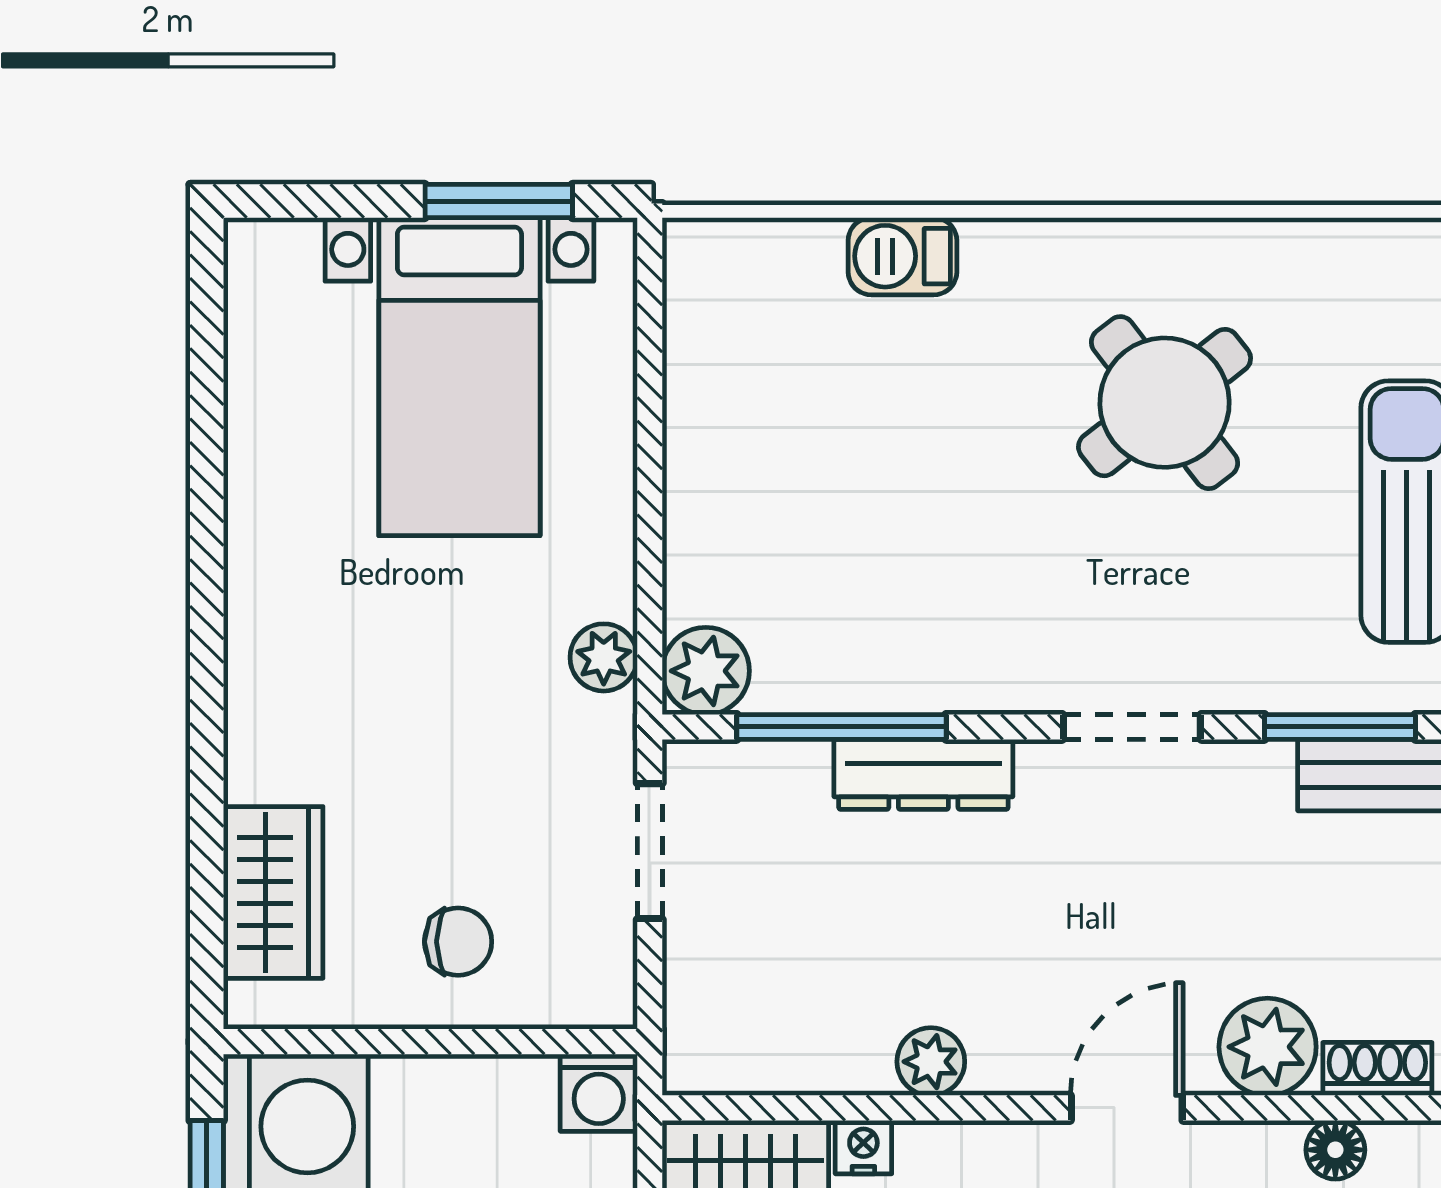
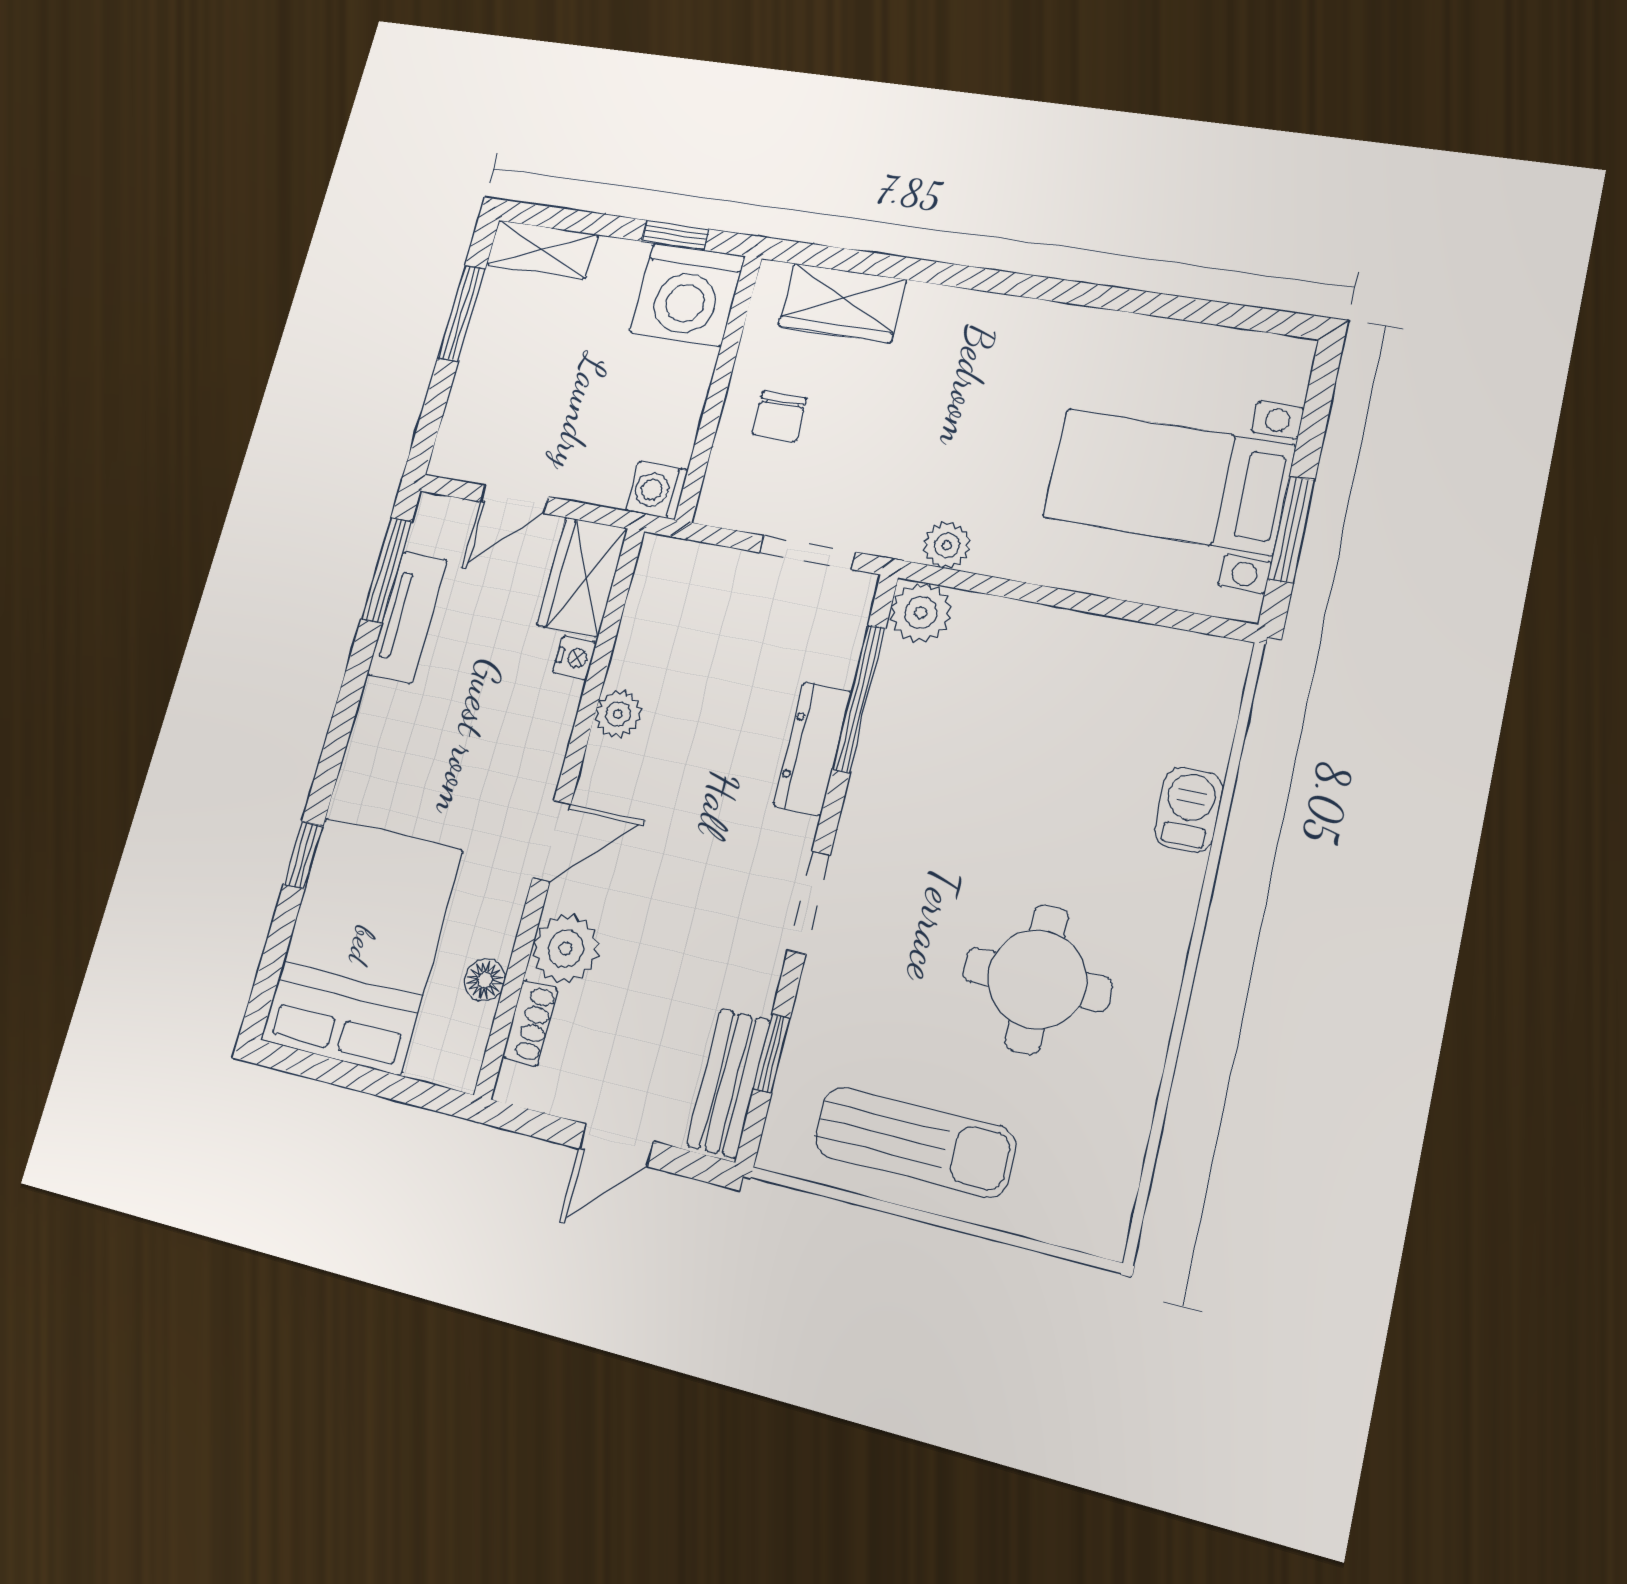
round table: (1165, 403) -> (1037, 979), turned 38
window: (1340, 727) -> (772, 1054), width x0.67
door: (1127, 1108) -> (552, 841), hinge flipped

